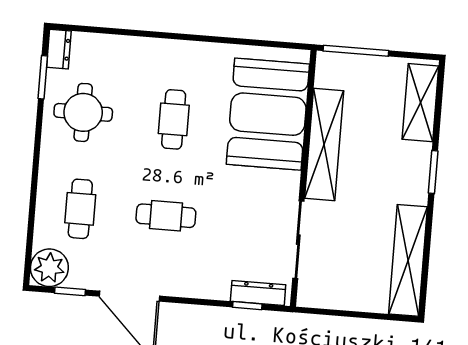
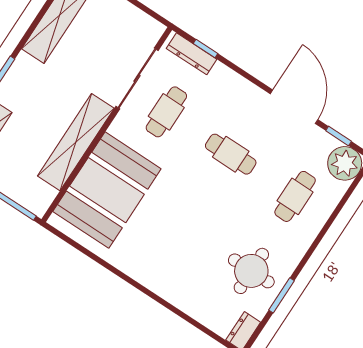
window: (43, 77) -> (281, 295), moved
cafe table: (174, 119) -> (166, 112), moved

